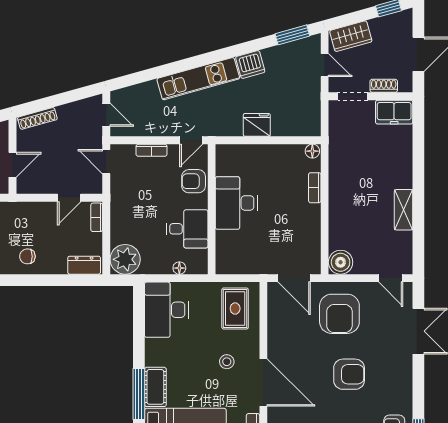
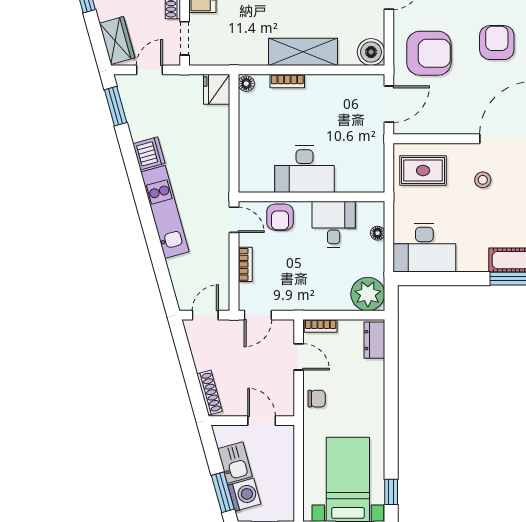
fridge: (257, 125) -> (217, 89), moved
shelving: (341, 202) -> (303, 52), added
chair: (27, 256) -> (317, 399), moved, turned -90

